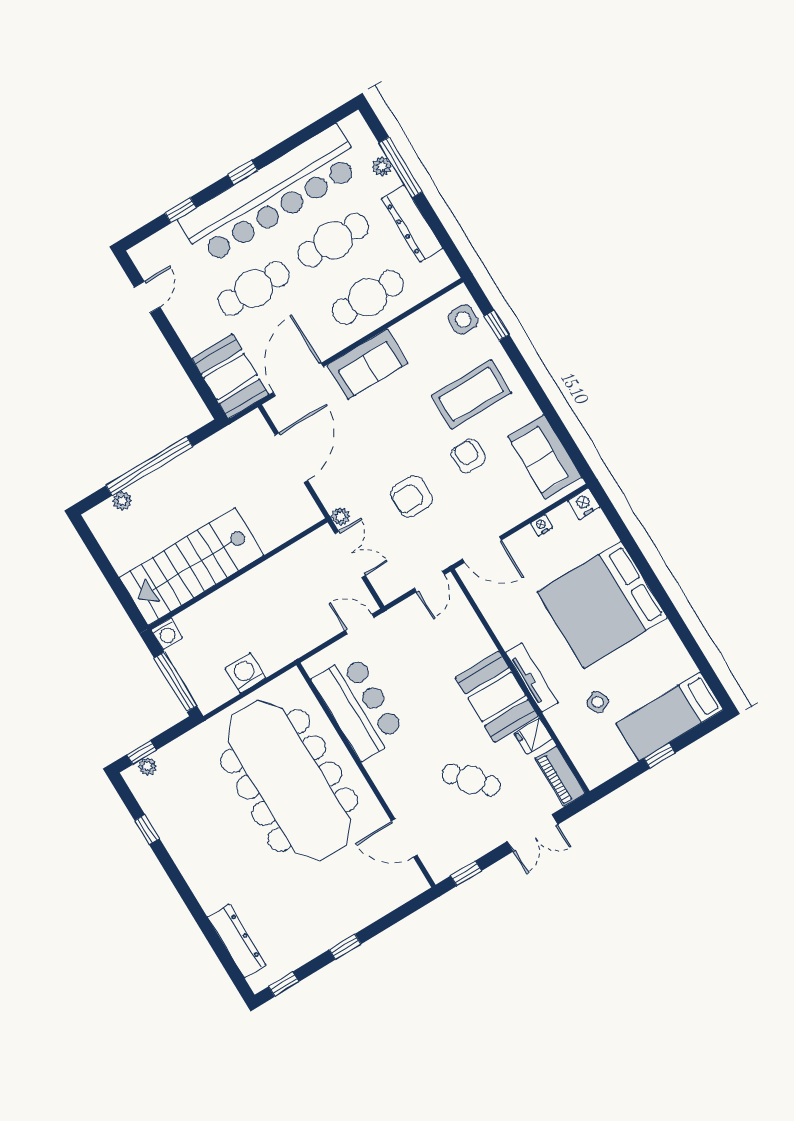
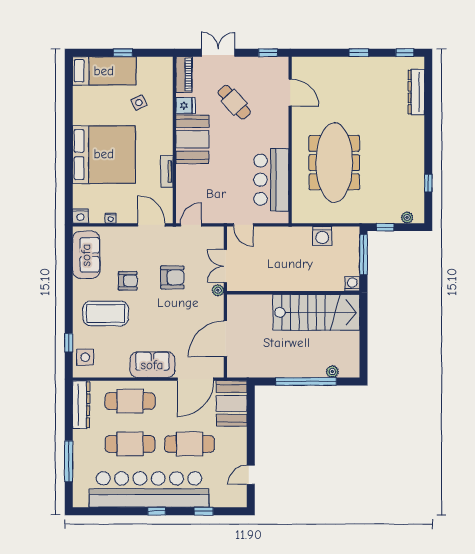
plant: (382, 167) -> (79, 468), removed
dresser: (412, 224) -> (81, 405), moved
armchair: (468, 456) -> (128, 281), turned -90
tv unit: (532, 678) -> (167, 171), moved, width x0.71
window: (141, 752) -> (385, 227), moved
meeting table: (289, 780) -> (334, 163), width x0.73, depth x0.79

